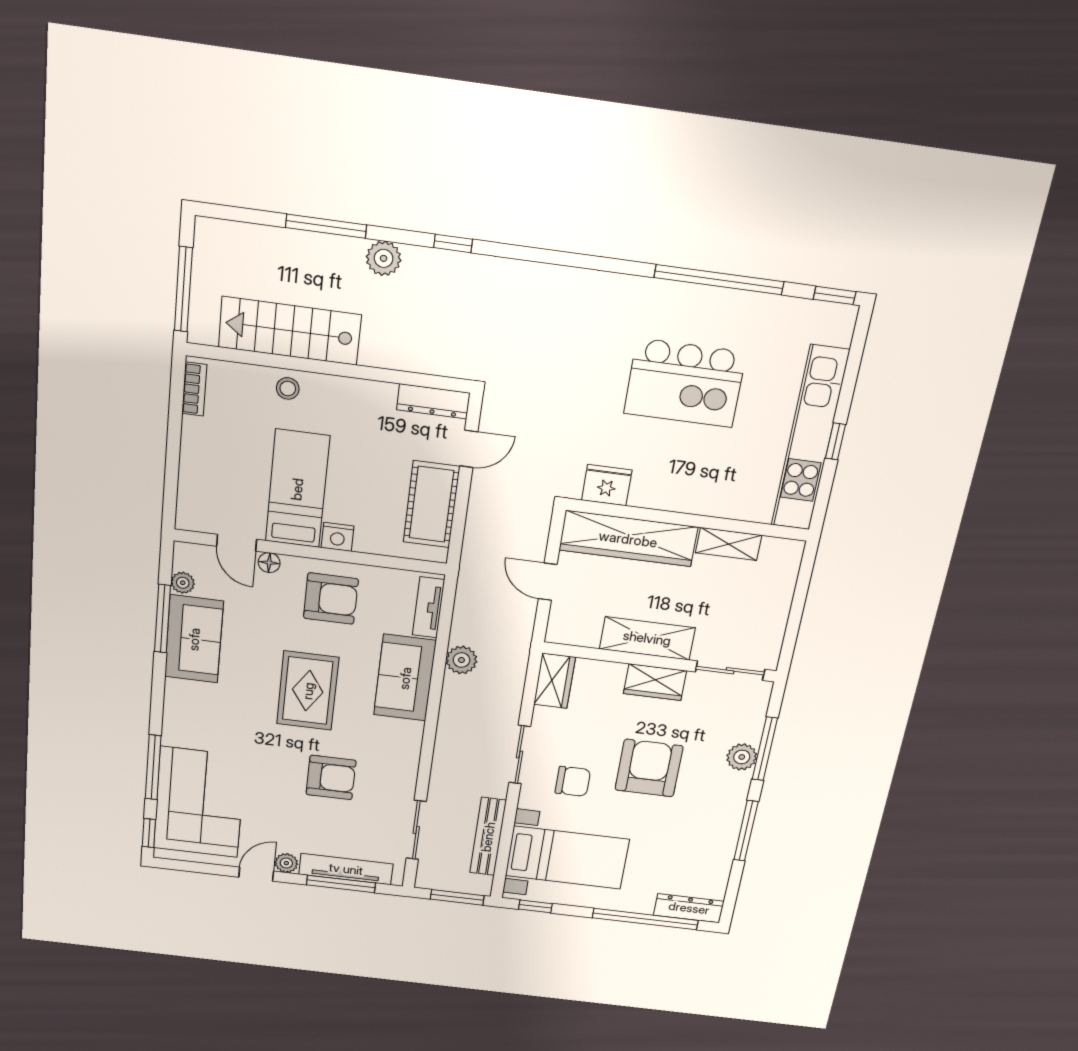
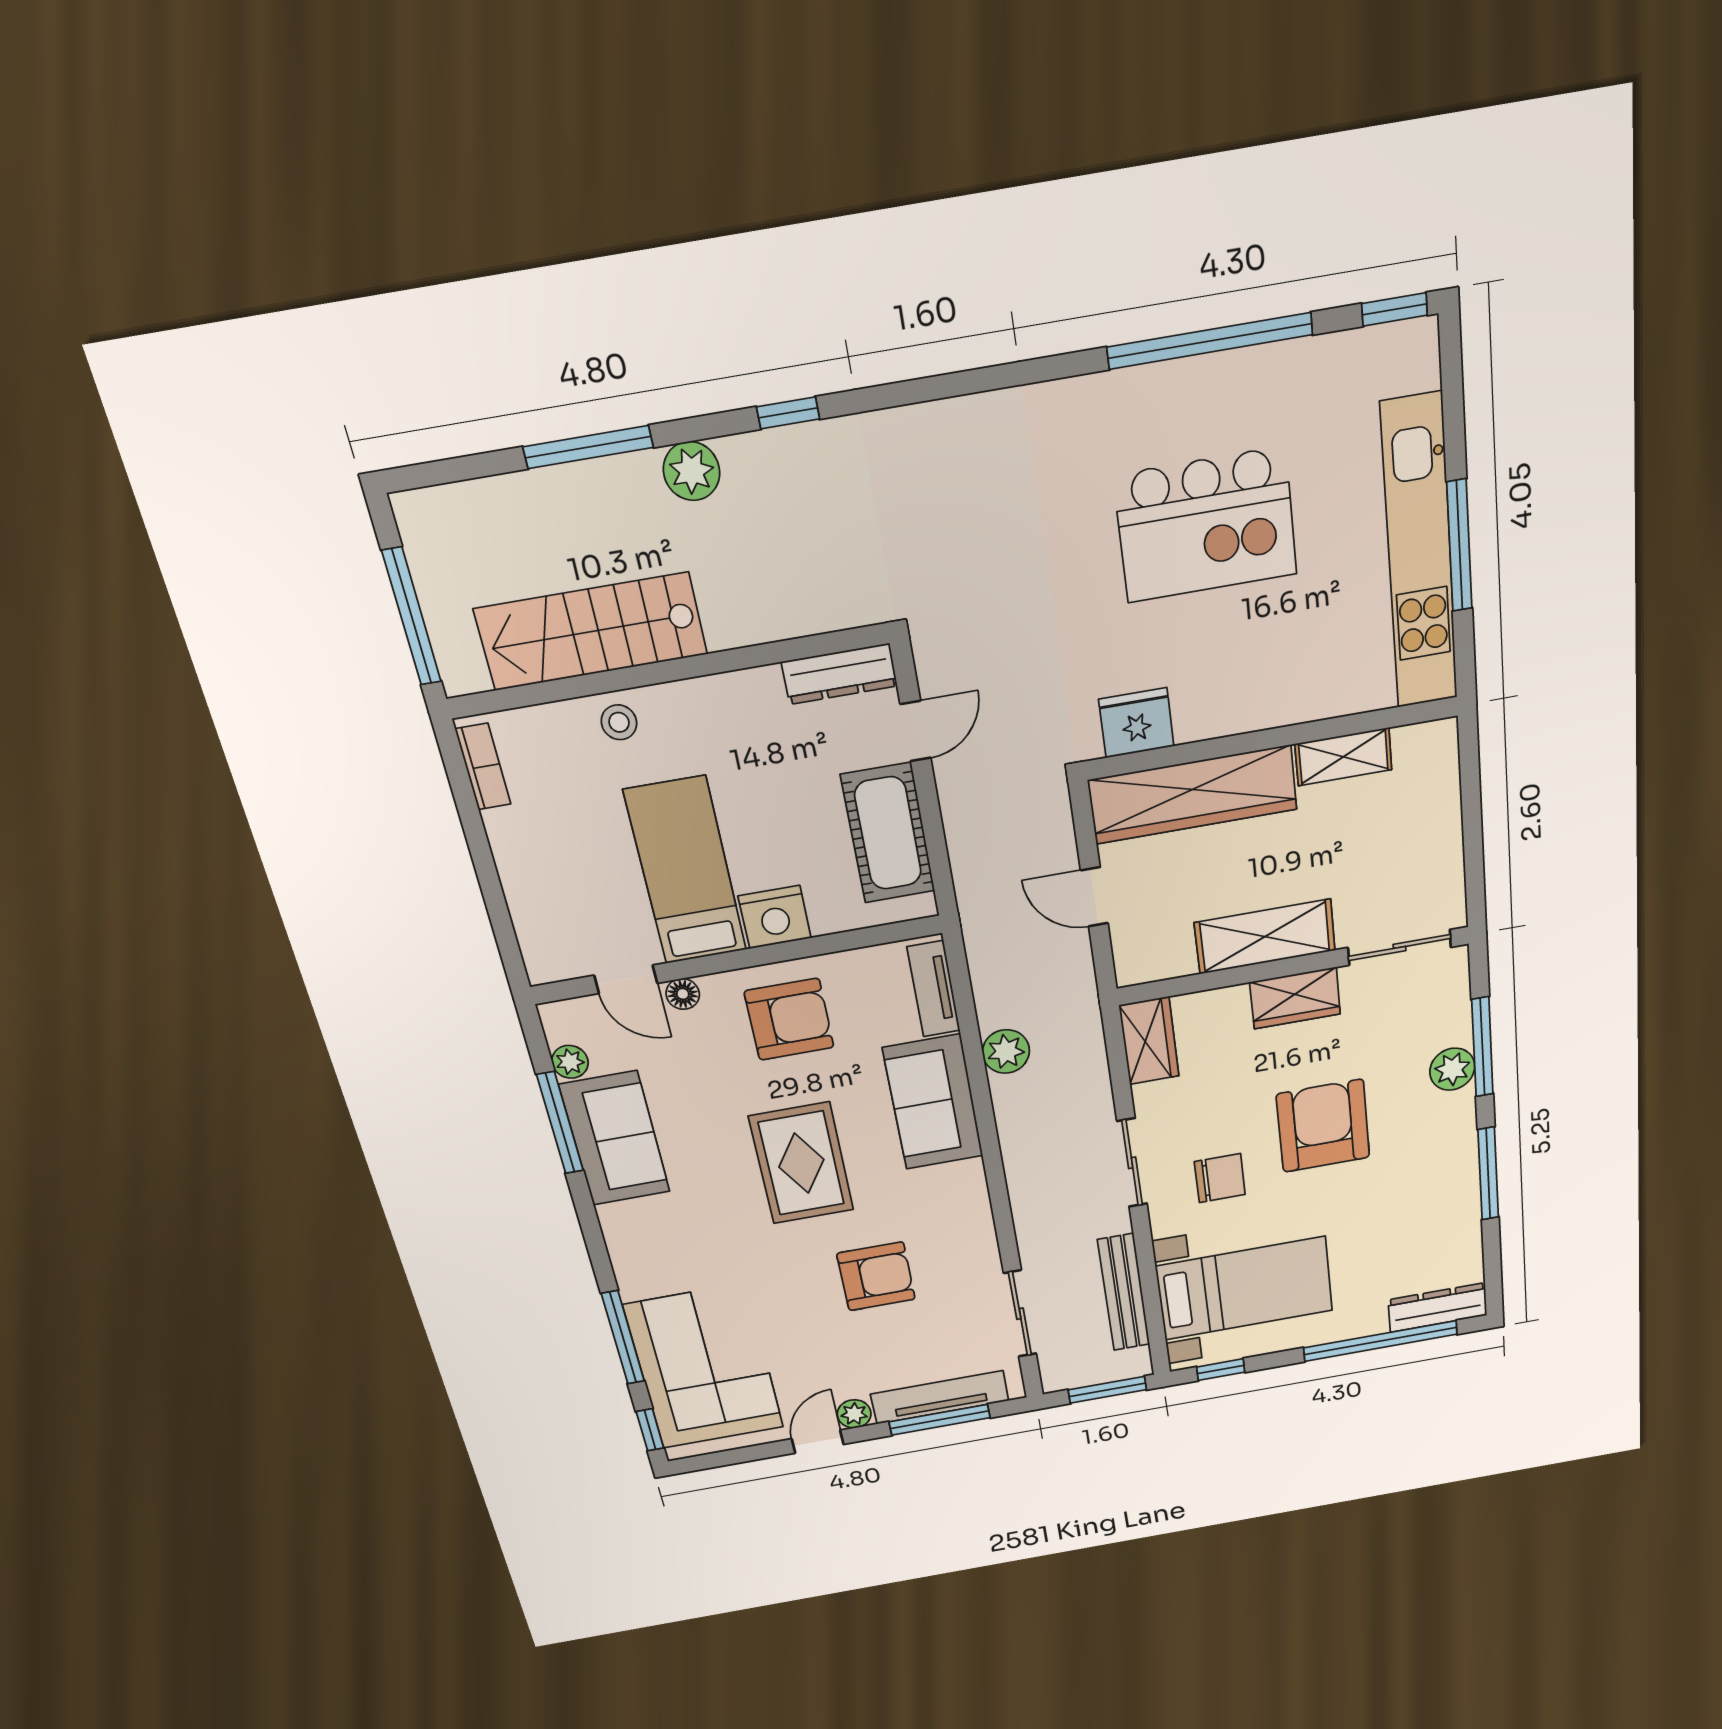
window: (836, 441) -> (1459, 546), width x2.17
nightstand: (338, 537) -> (775, 917), width x1.36, depth x1.33

